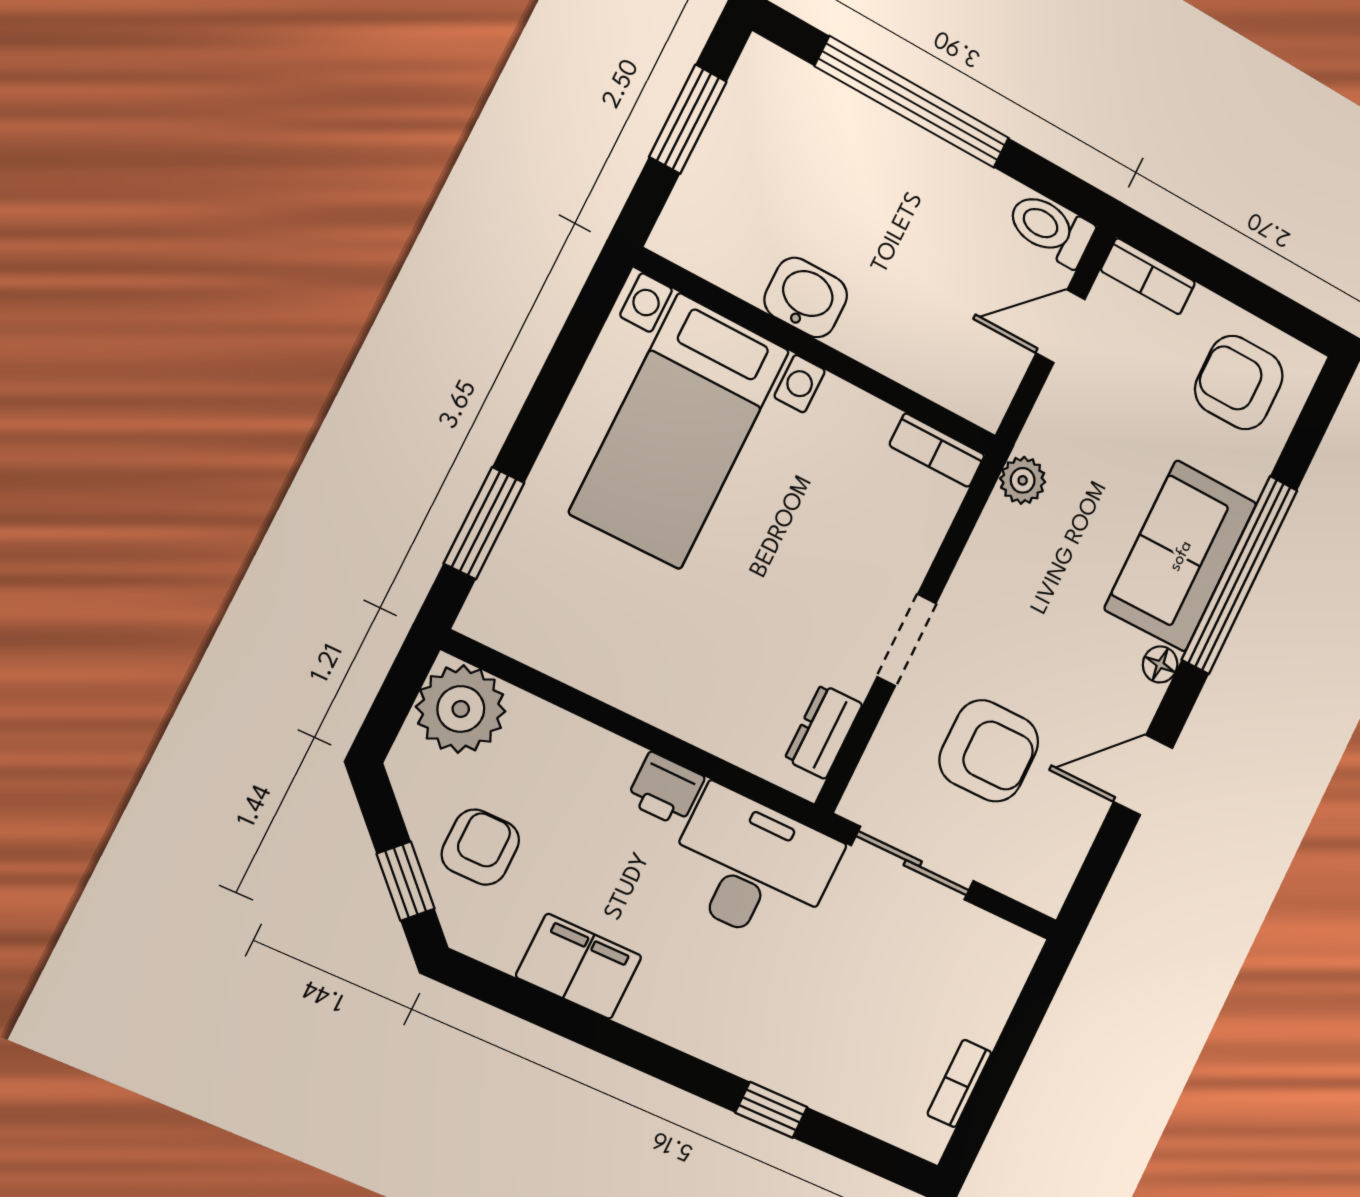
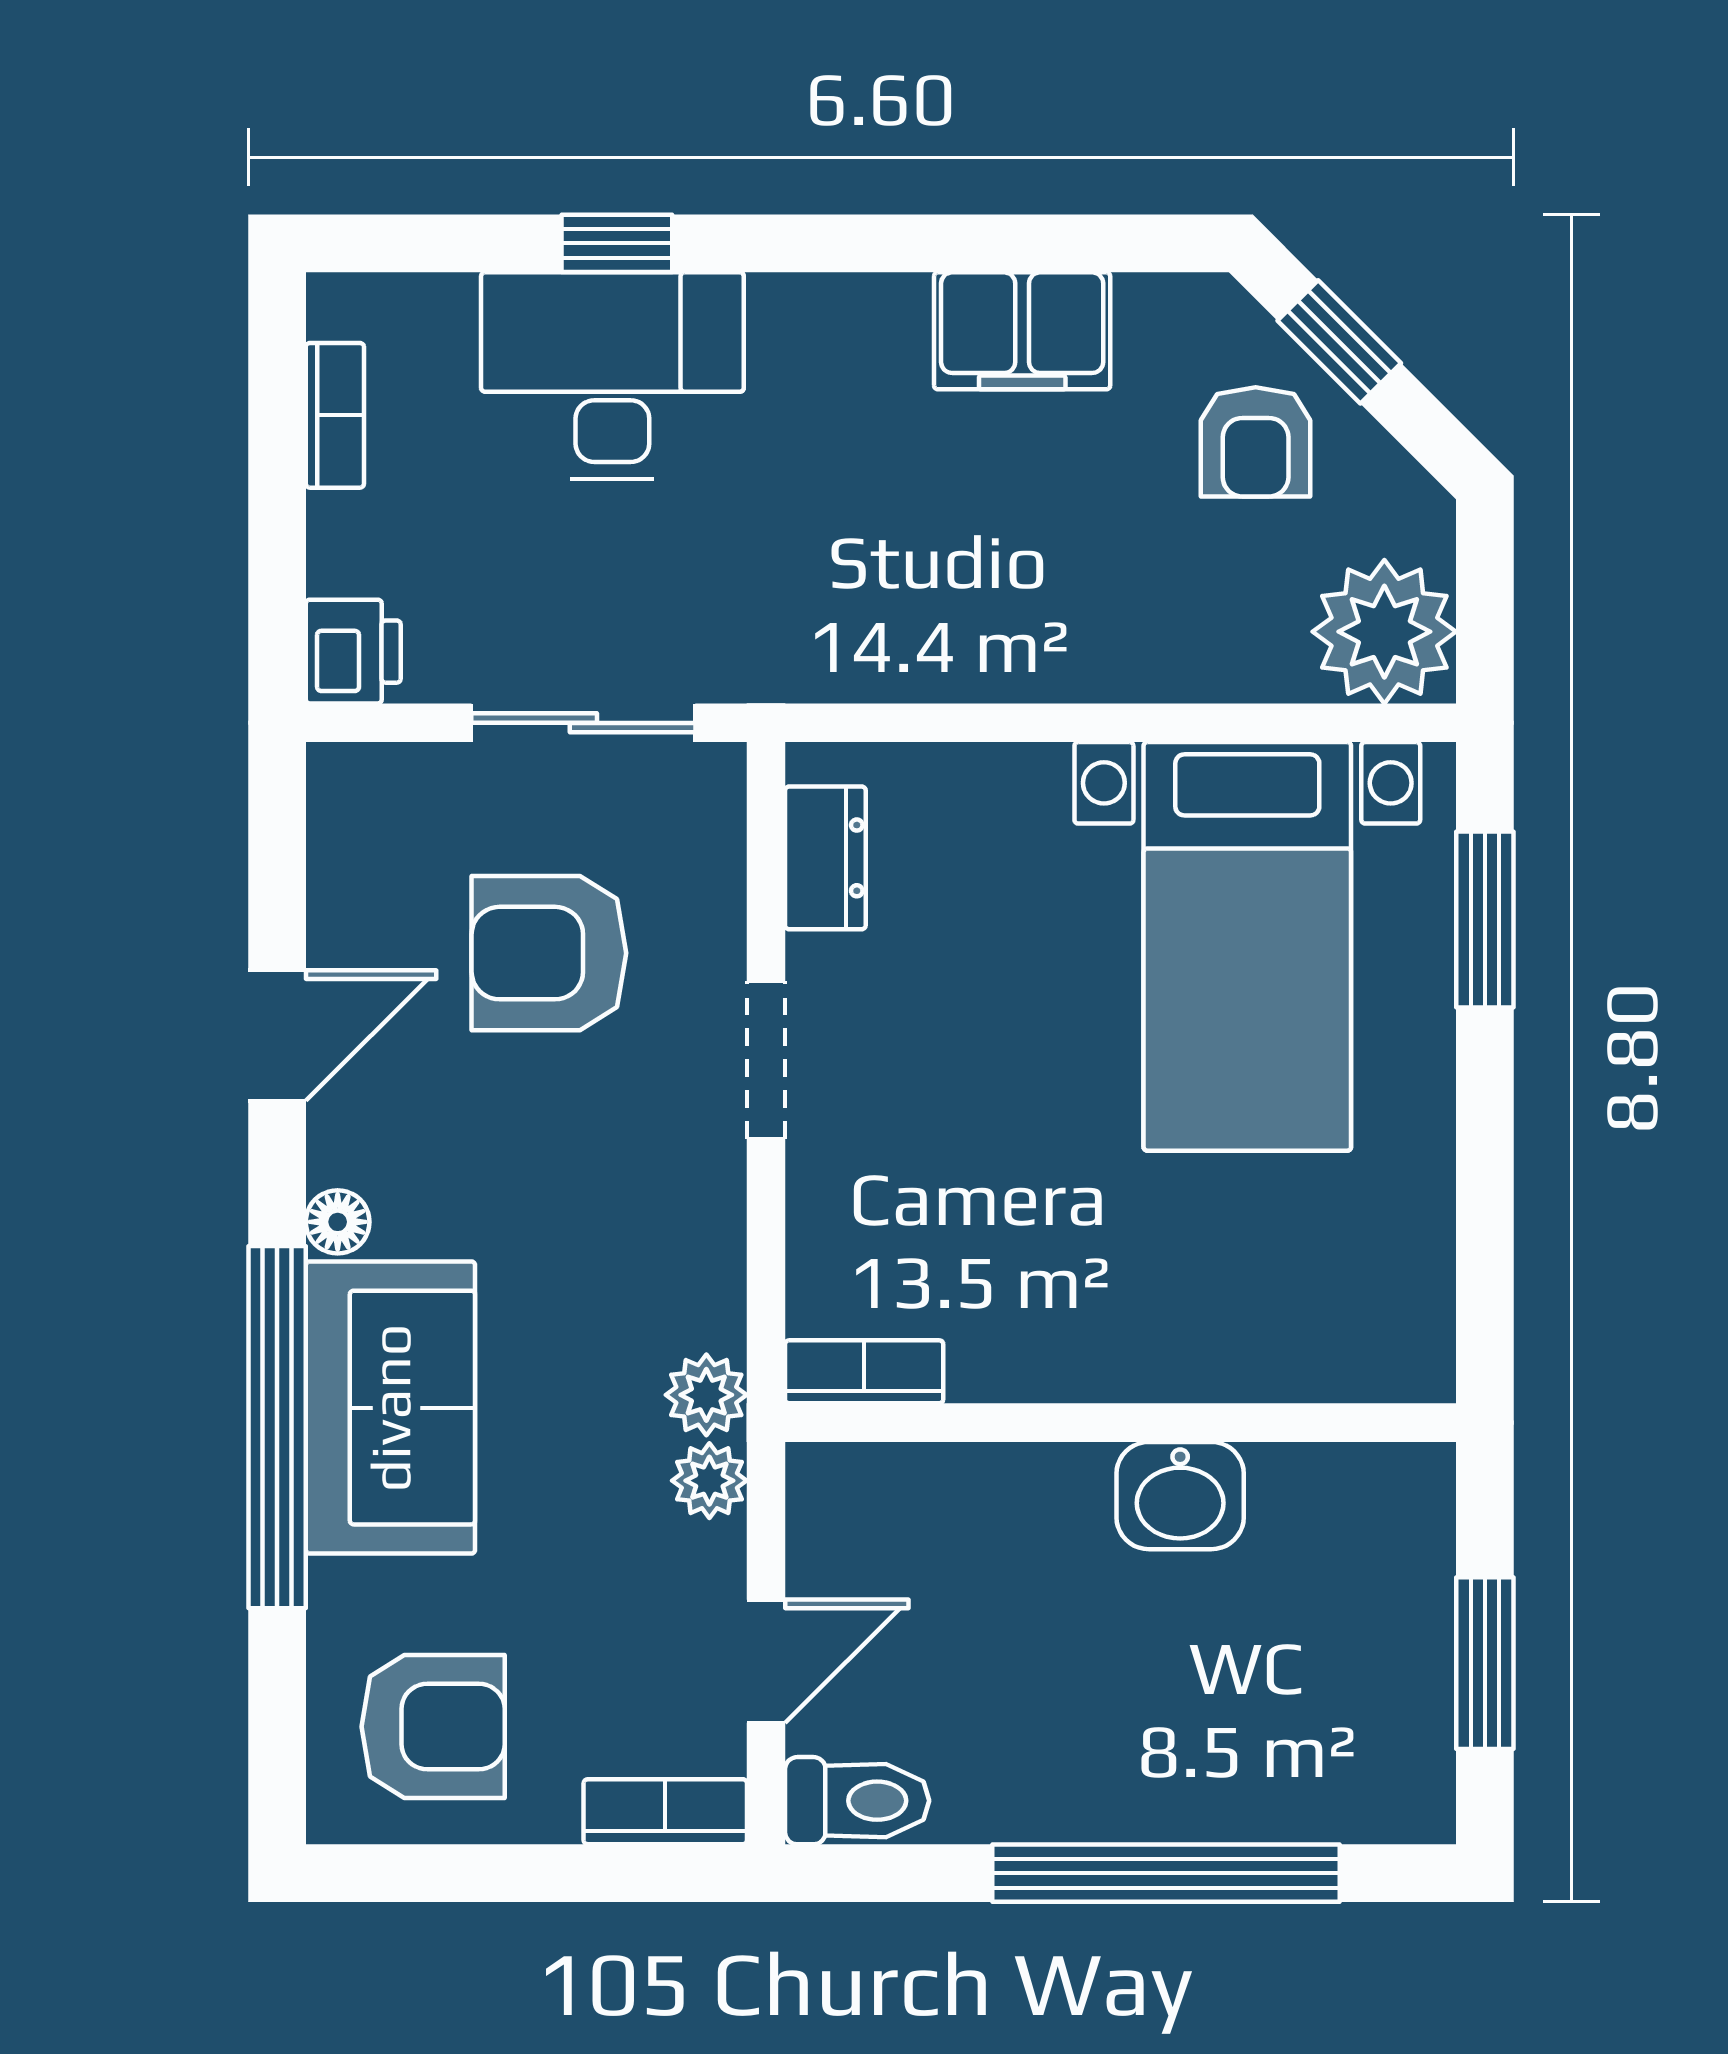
bed with nightstands: (680, 431) -> (1247, 946), moved, turned 180
plant: (1043, 435) -> (709, 1481), added
printer: (665, 789) -> (353, 652), moved, turned 90
desk: (752, 867) -> (612, 375), moved, turned 180

